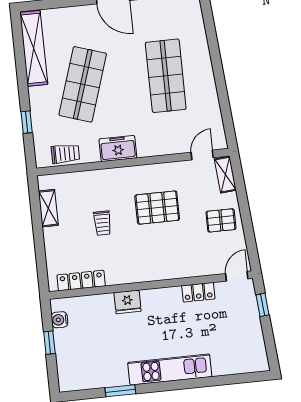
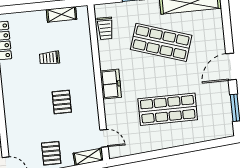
freezer: (118, 148) -> (111, 84), moved
pallet: (157, 208) -> (62, 102), width x0.67, depth x0.71

